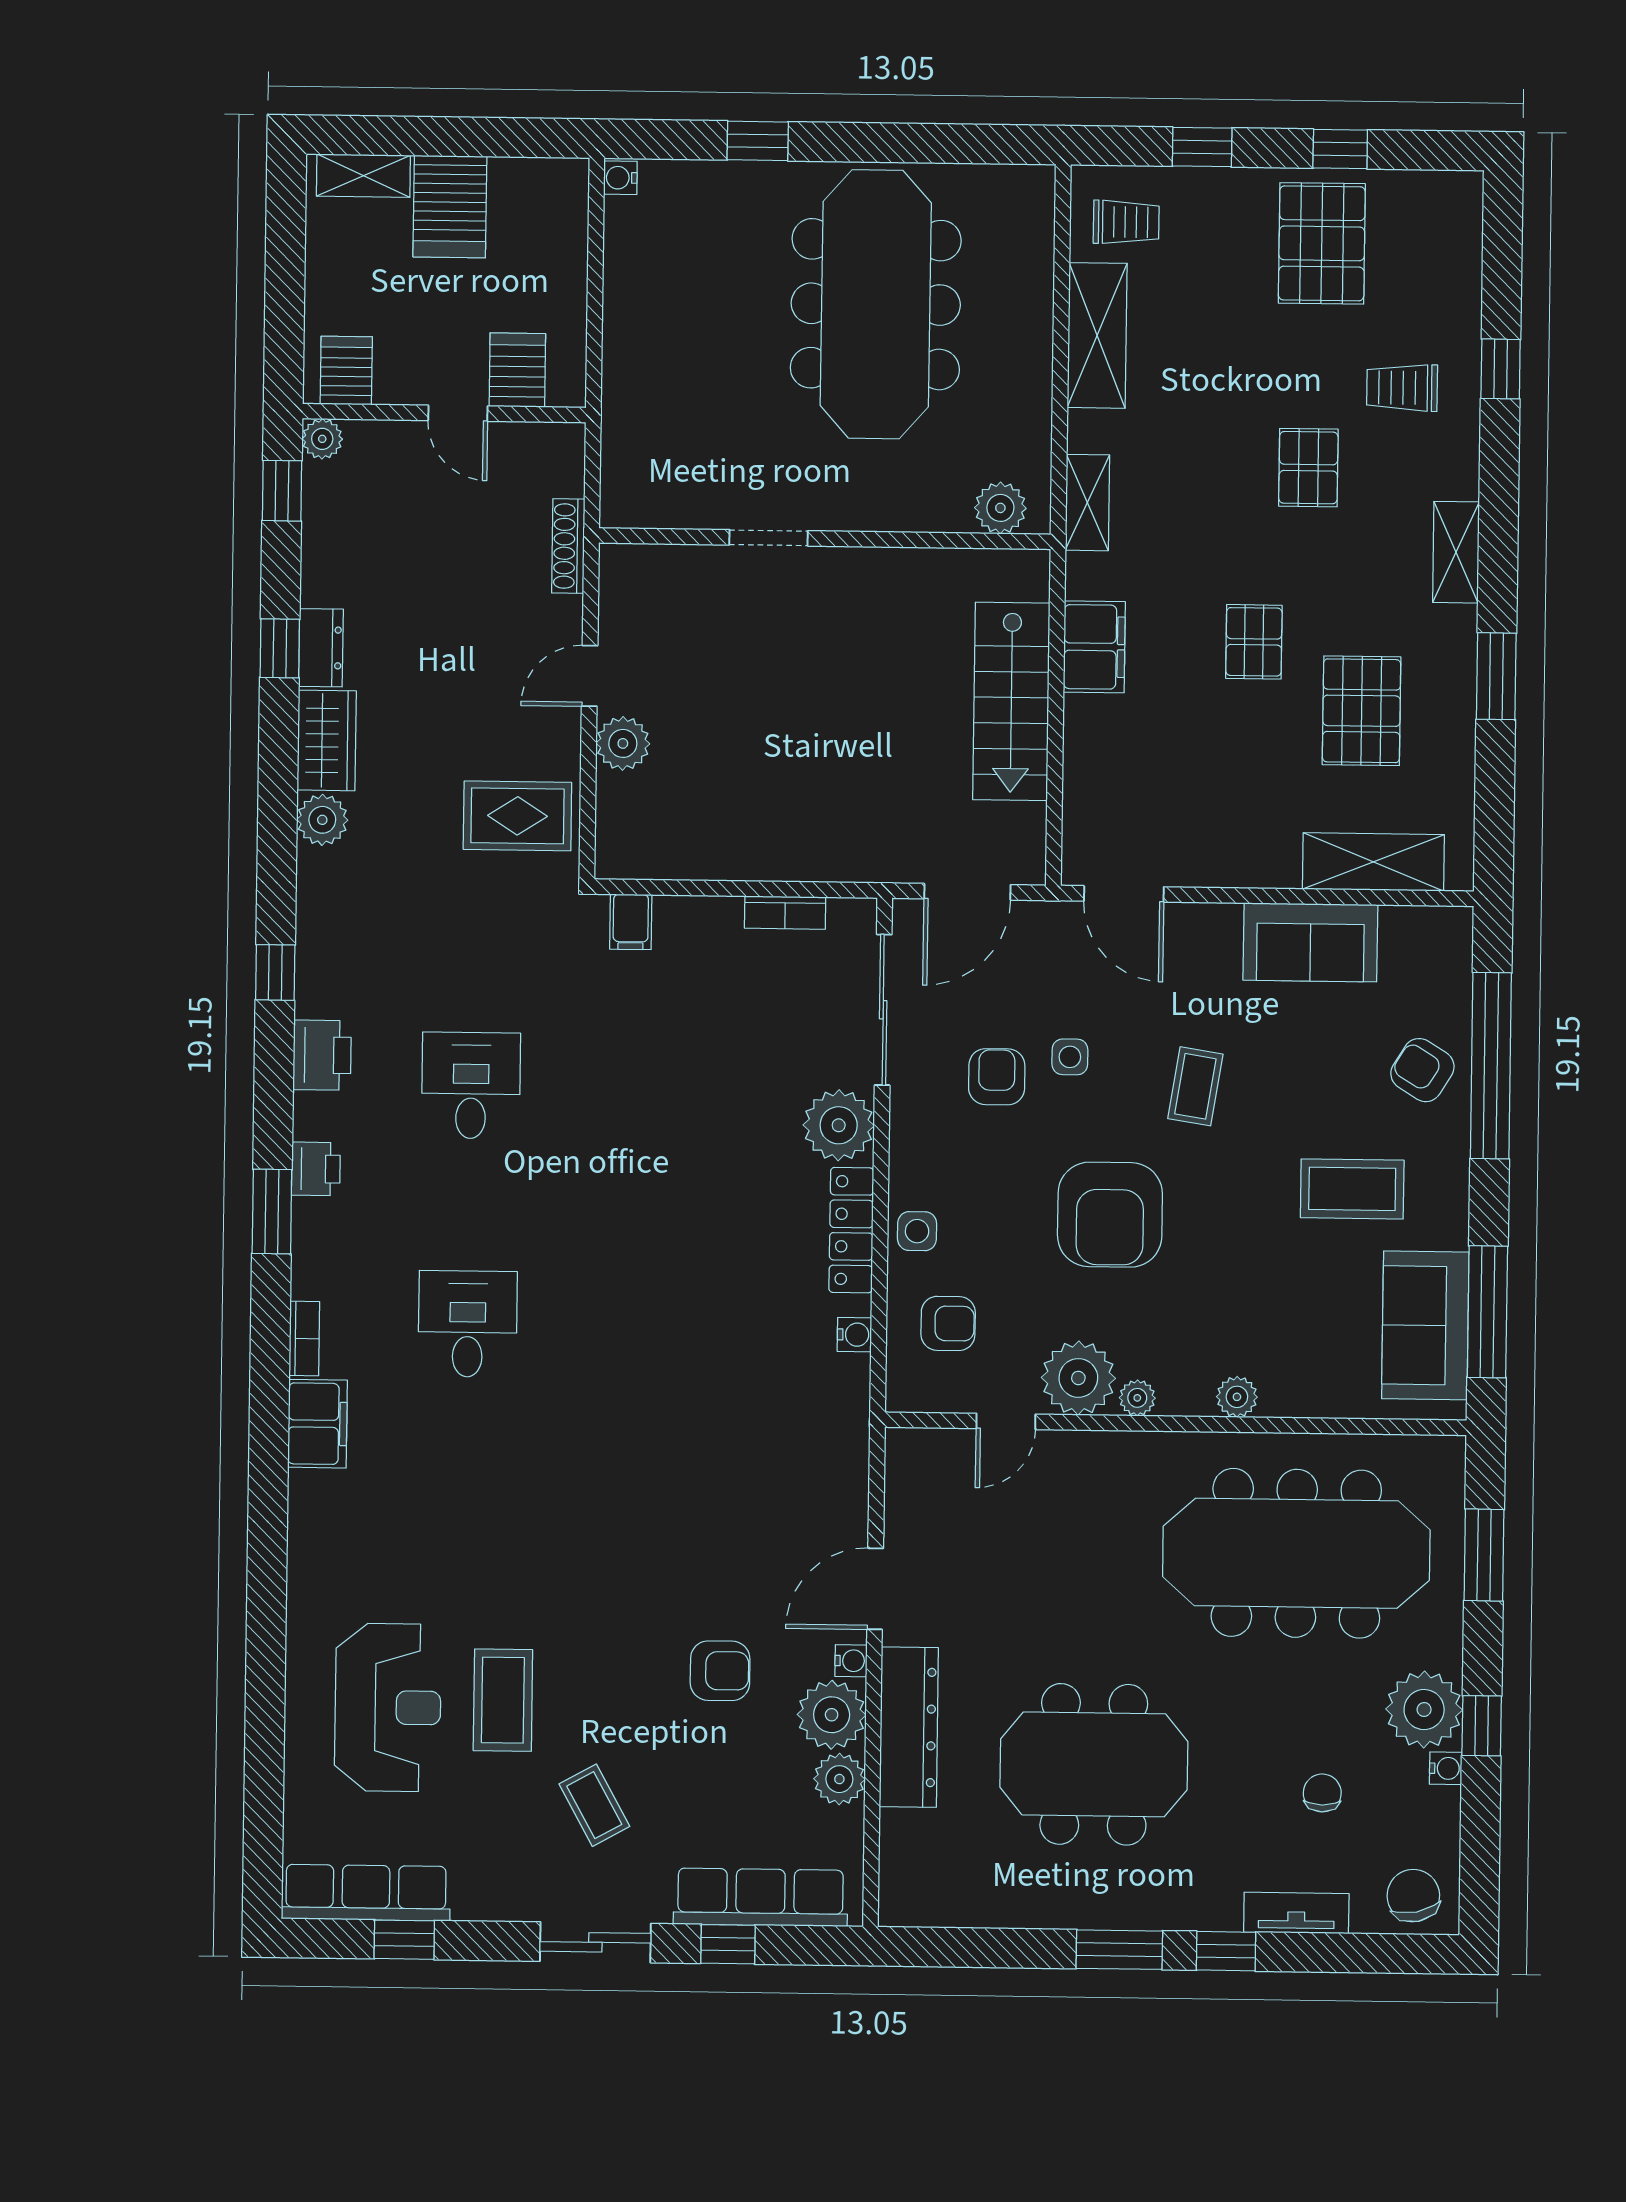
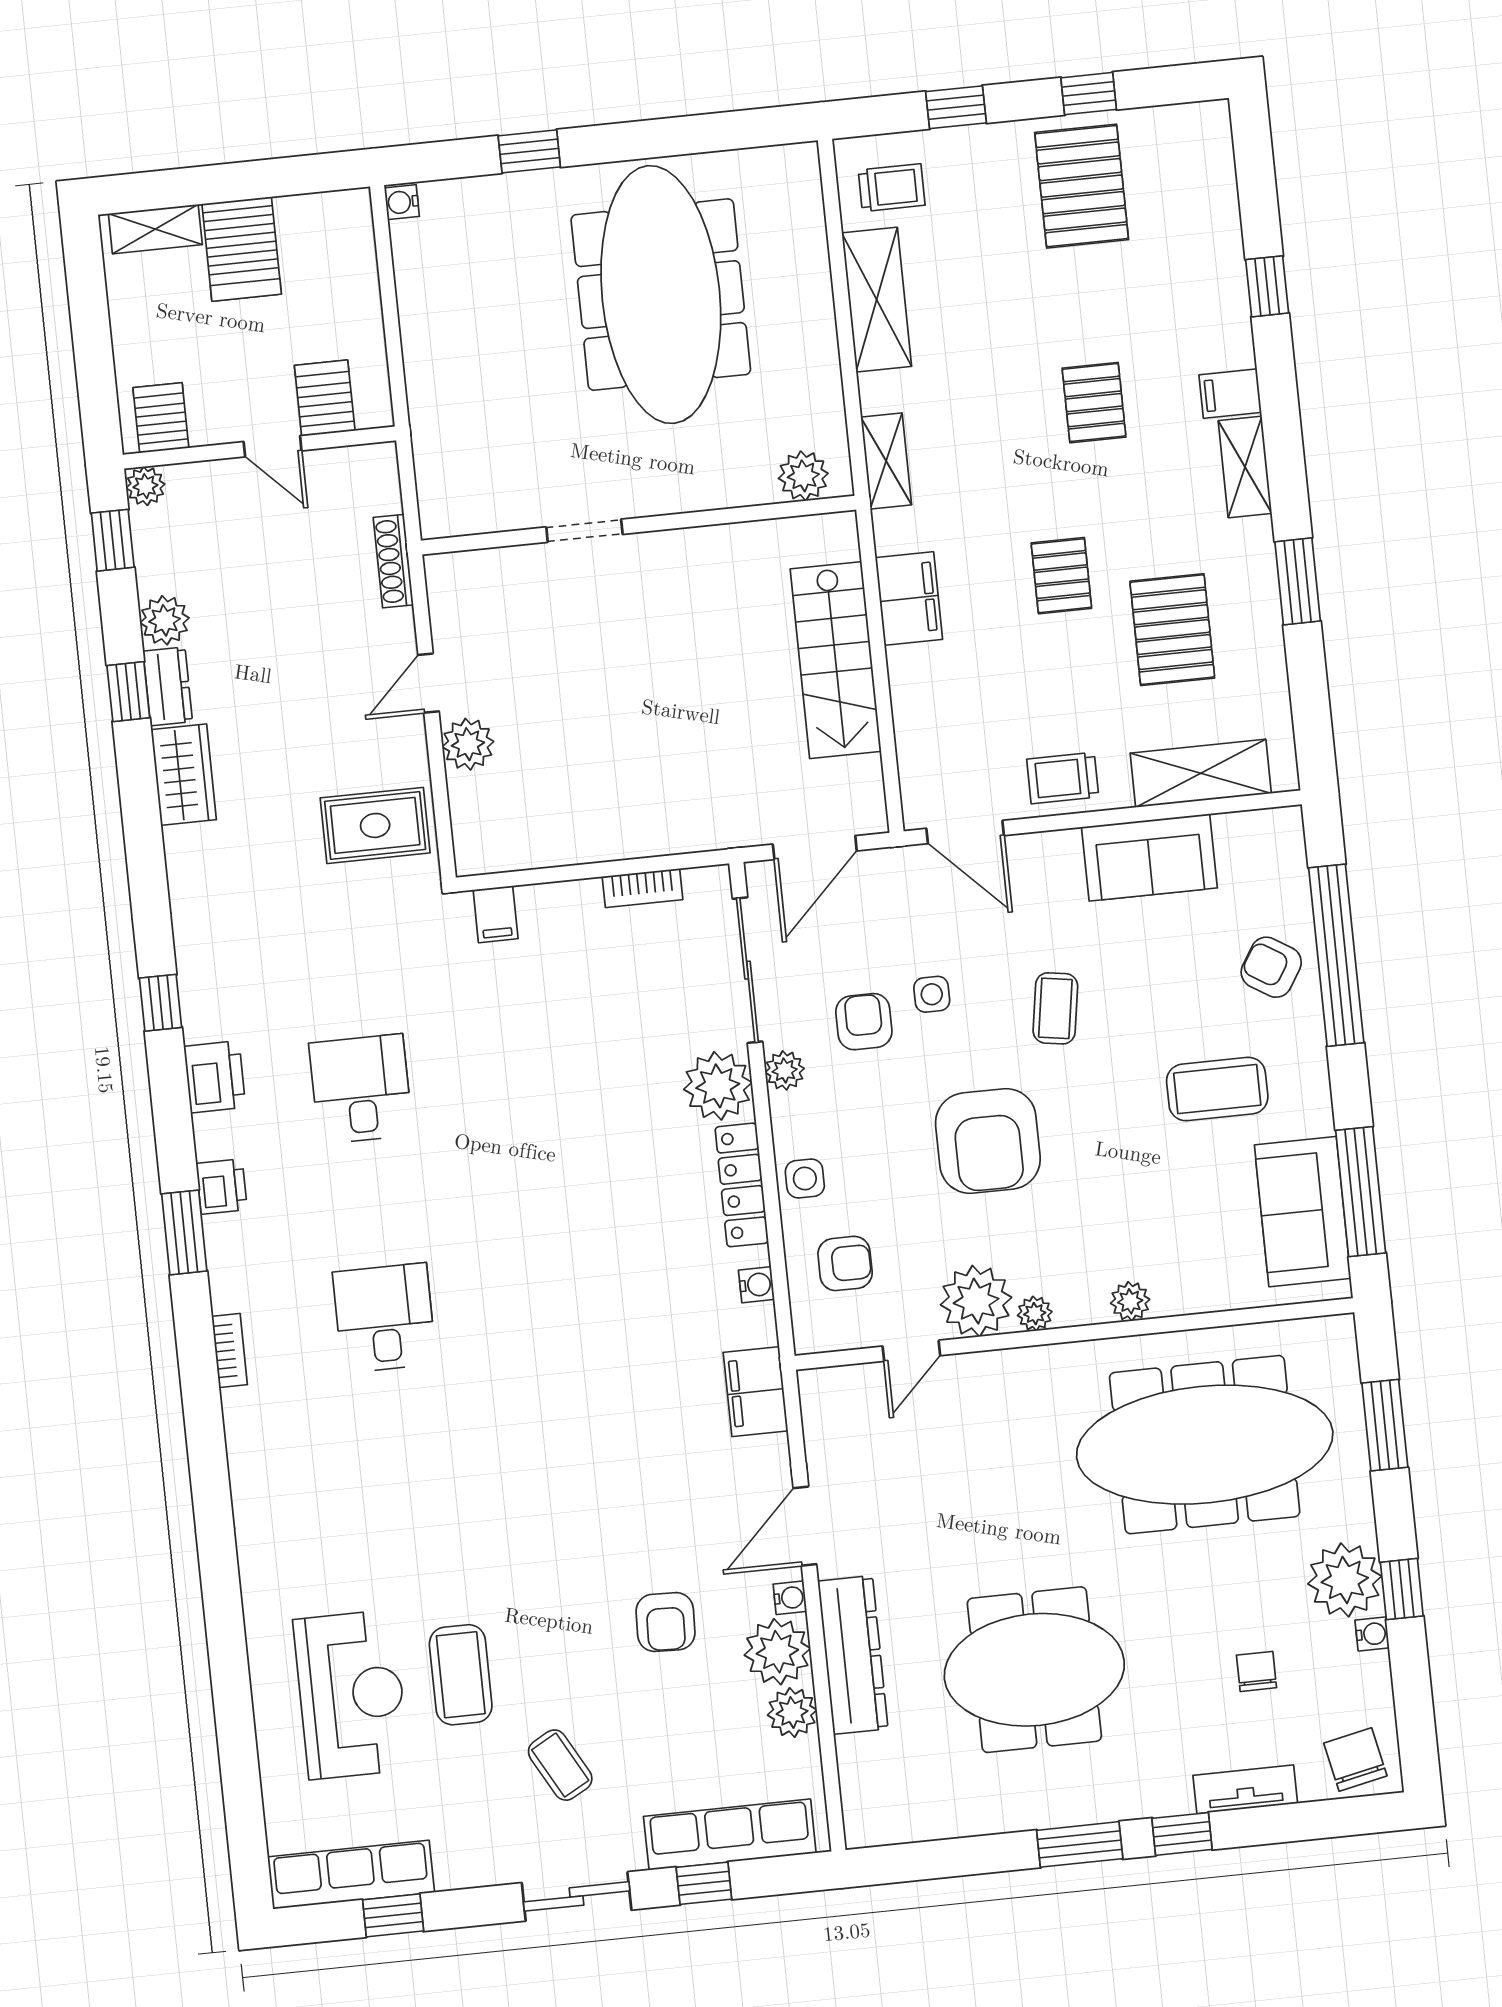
trolley: (1402, 388) -> (1063, 778), moved
filing cabinet: (1450, 475) -> (1230, 394), added
plant: (322, 820) -> (165, 620), moved
plant: (909, 1118) -> (785, 1070), added
filing cabinet: (317, 1424) -> (756, 1392), moved, turned 180
armchair: (720, 1671) -> (666, 1622), turned 92

